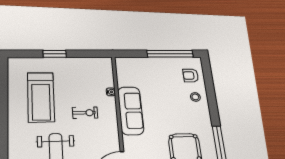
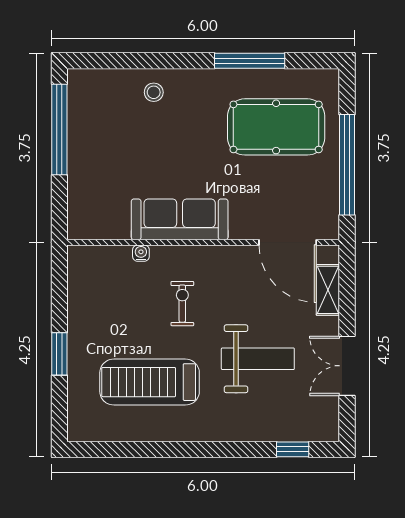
armchair: (191, 75) -> (108, 95), removed
treadmill: (41, 97) -> (150, 382), turned 180

